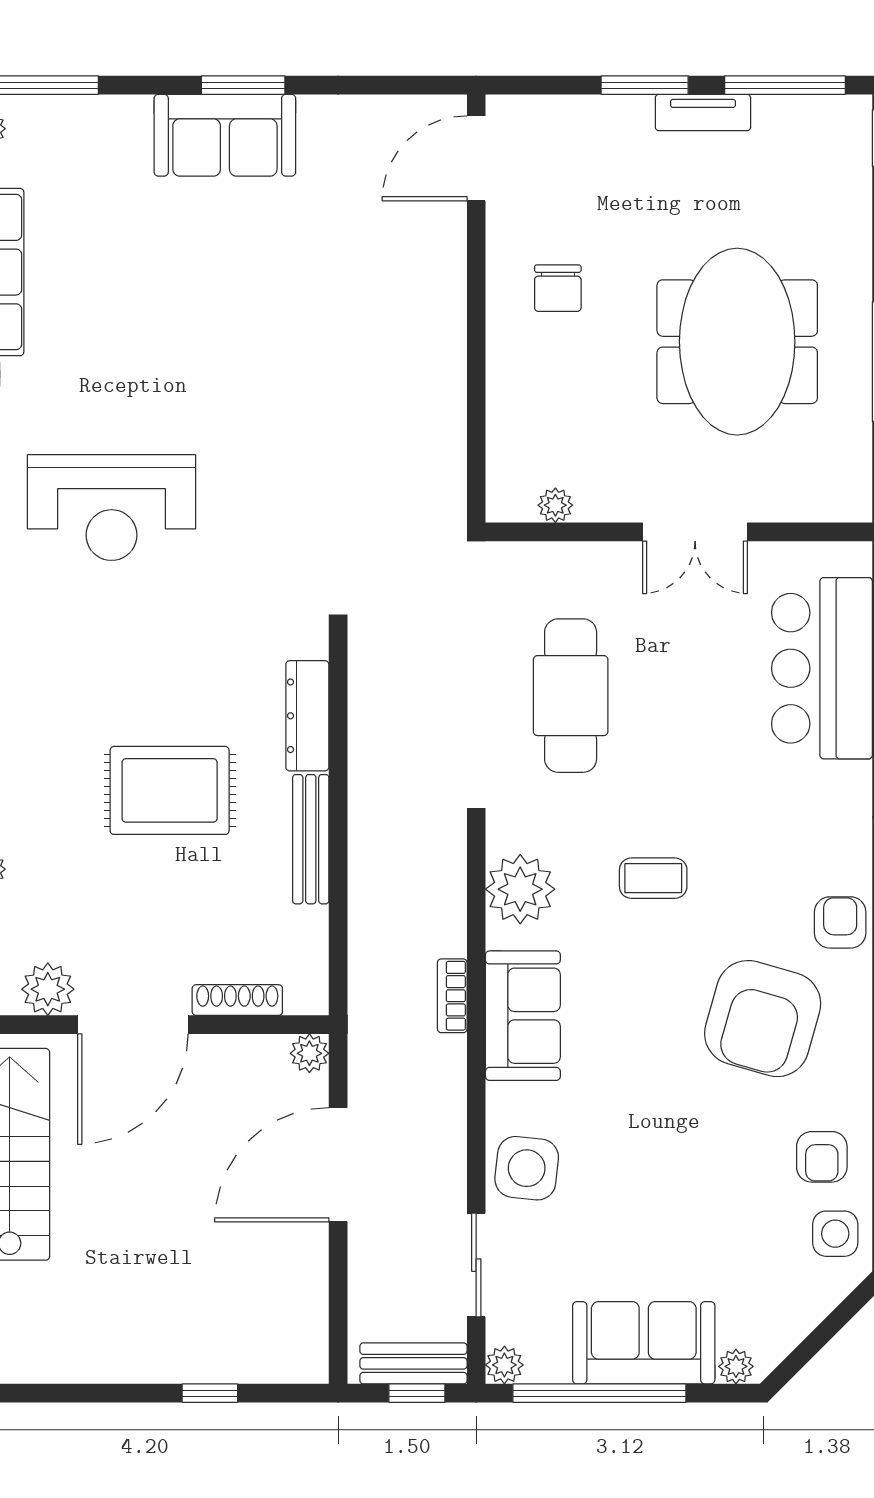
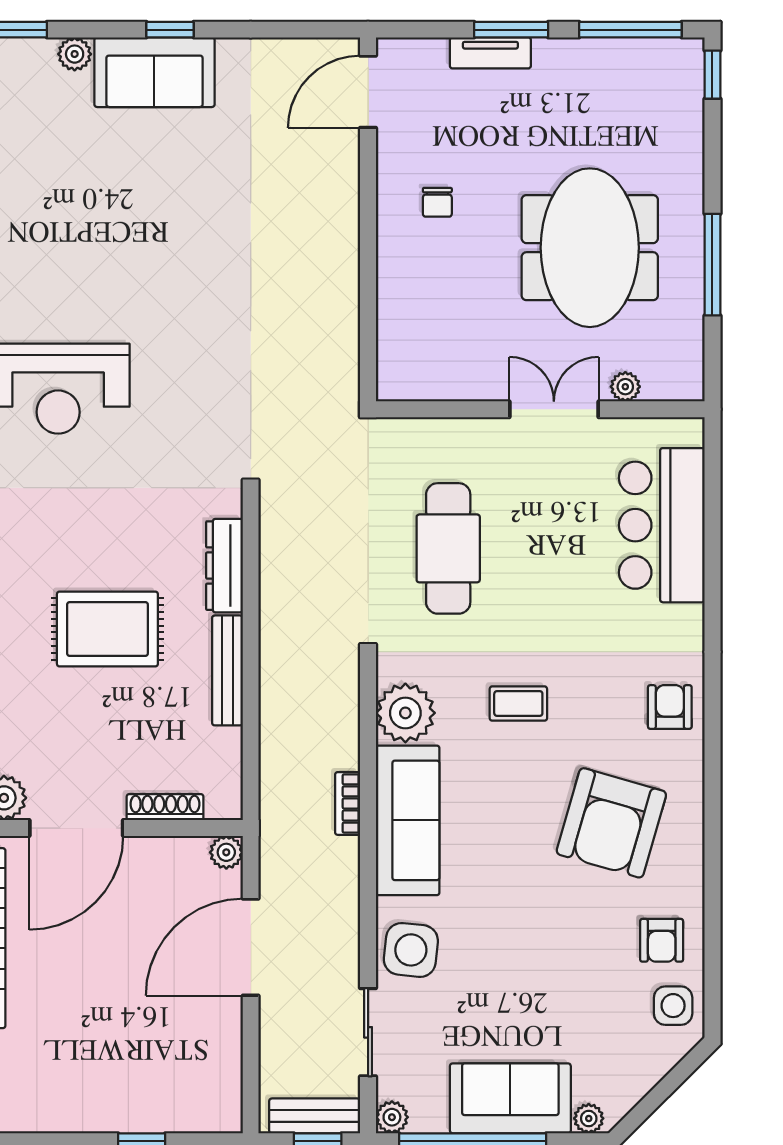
window: (243, 85) -> (170, 30), width x0.67
tv unit: (703, 112) -> (490, 53), moved
plant: (131, 114) -> (75, 54), added
chair: (558, 288) -> (437, 202), width x0.73, depth x0.73
plant: (555, 505) -> (625, 387), moved
double door: (695, 532) -> (554, 409), swing flipped
armchair: (840, 922) -> (670, 707), moved
sofa: (523, 1016) -> (408, 820), width x1.36

